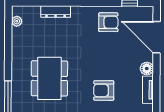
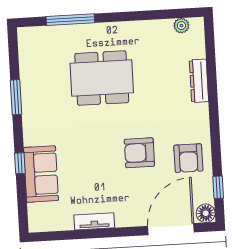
floor lamp: (147, 69) -> (206, 213), moved
armchair: (104, 90) -> (139, 153), moved, turned -90

